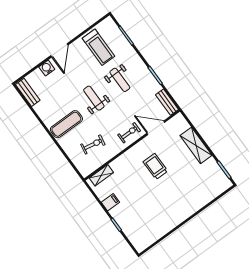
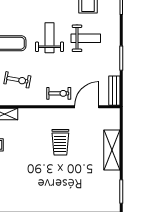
weight bench: (120, 80) -> (86, 38), turned -90
door: (156, 128) -> (87, 107), hinge flipped
trolley: (155, 166) -> (60, 142), turned 180

